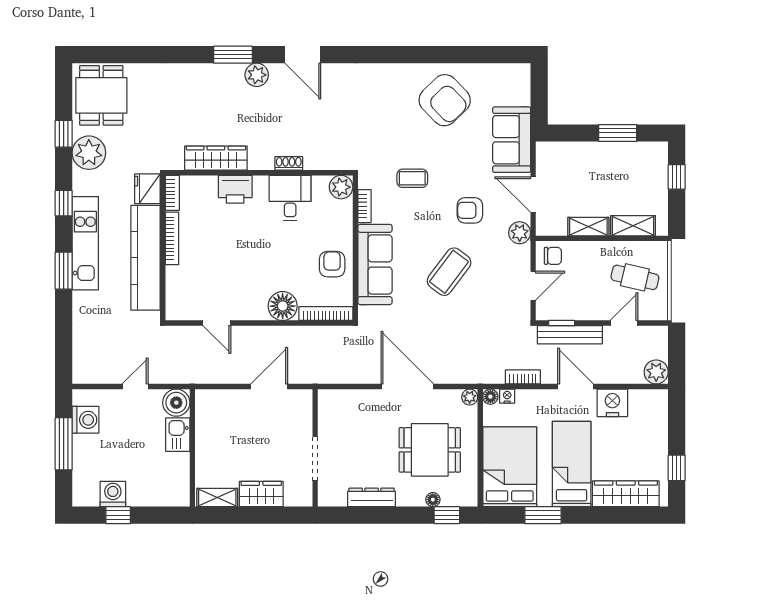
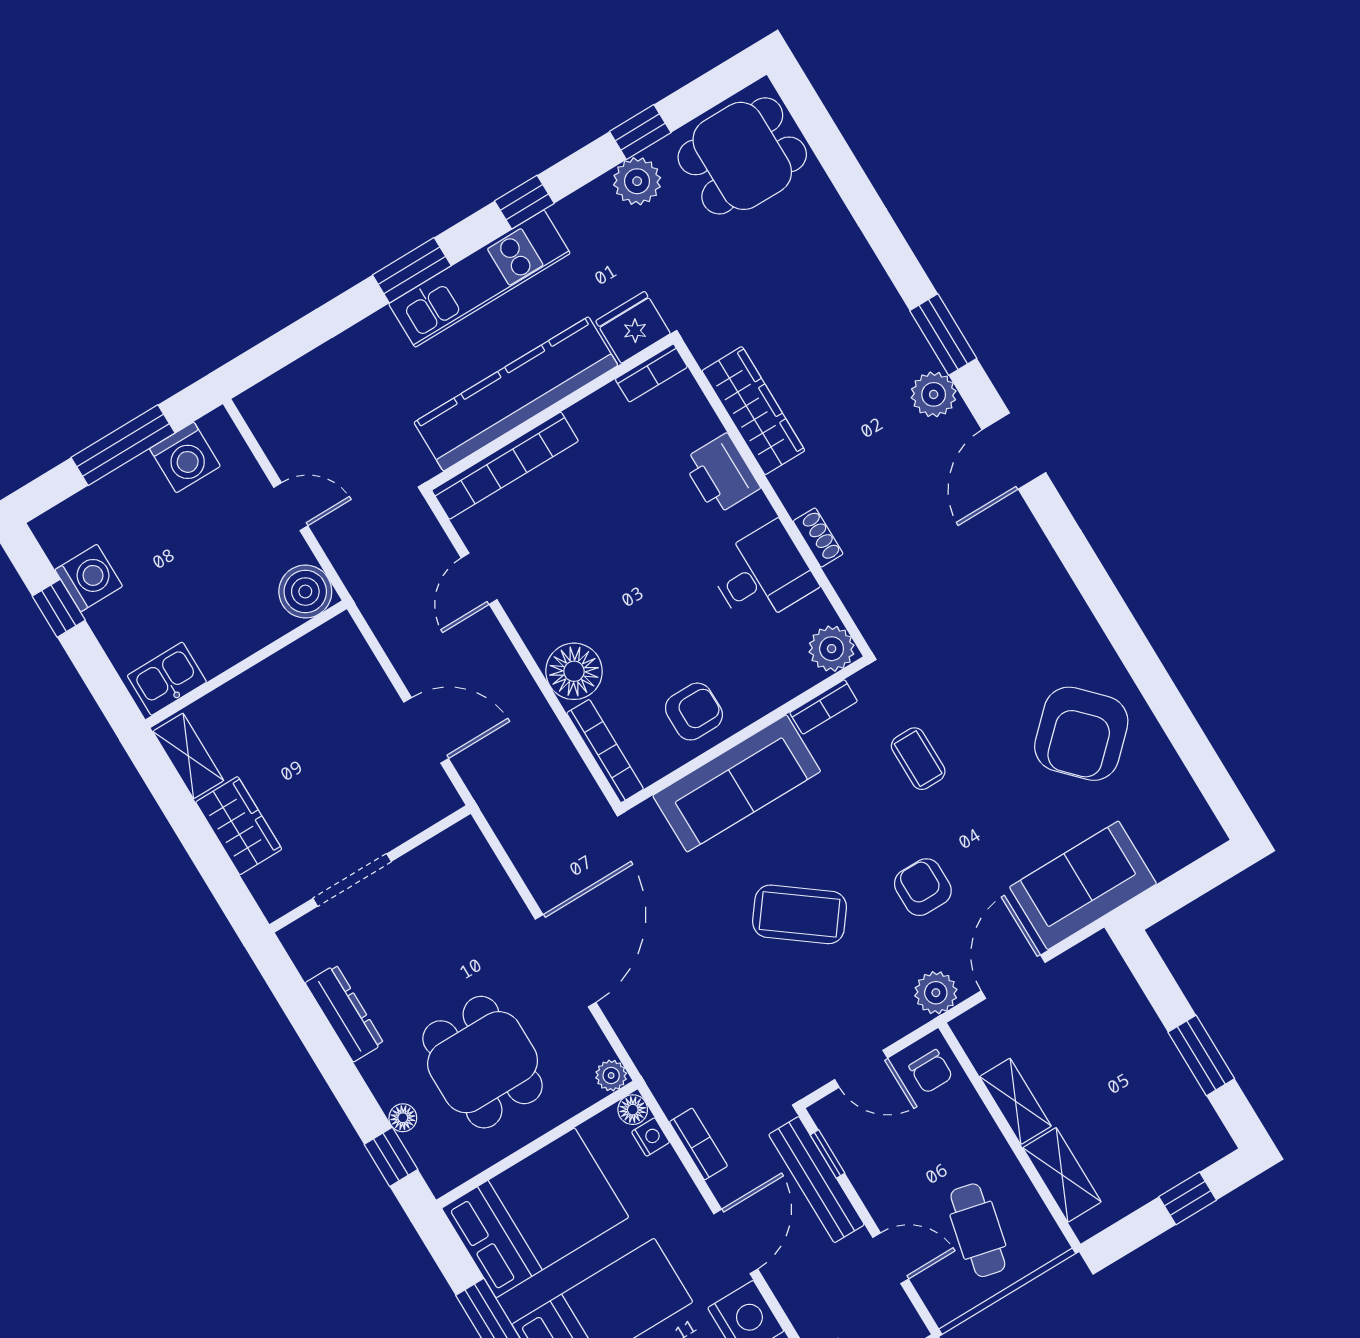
plant: (89, 153) -> (637, 181), width x0.73, depth x0.73
bookcase: (172, 238) -> (505, 466), moved, width x1.48, depth x1.31
kitchen sink: (178, 435) -> (167, 679), moved

